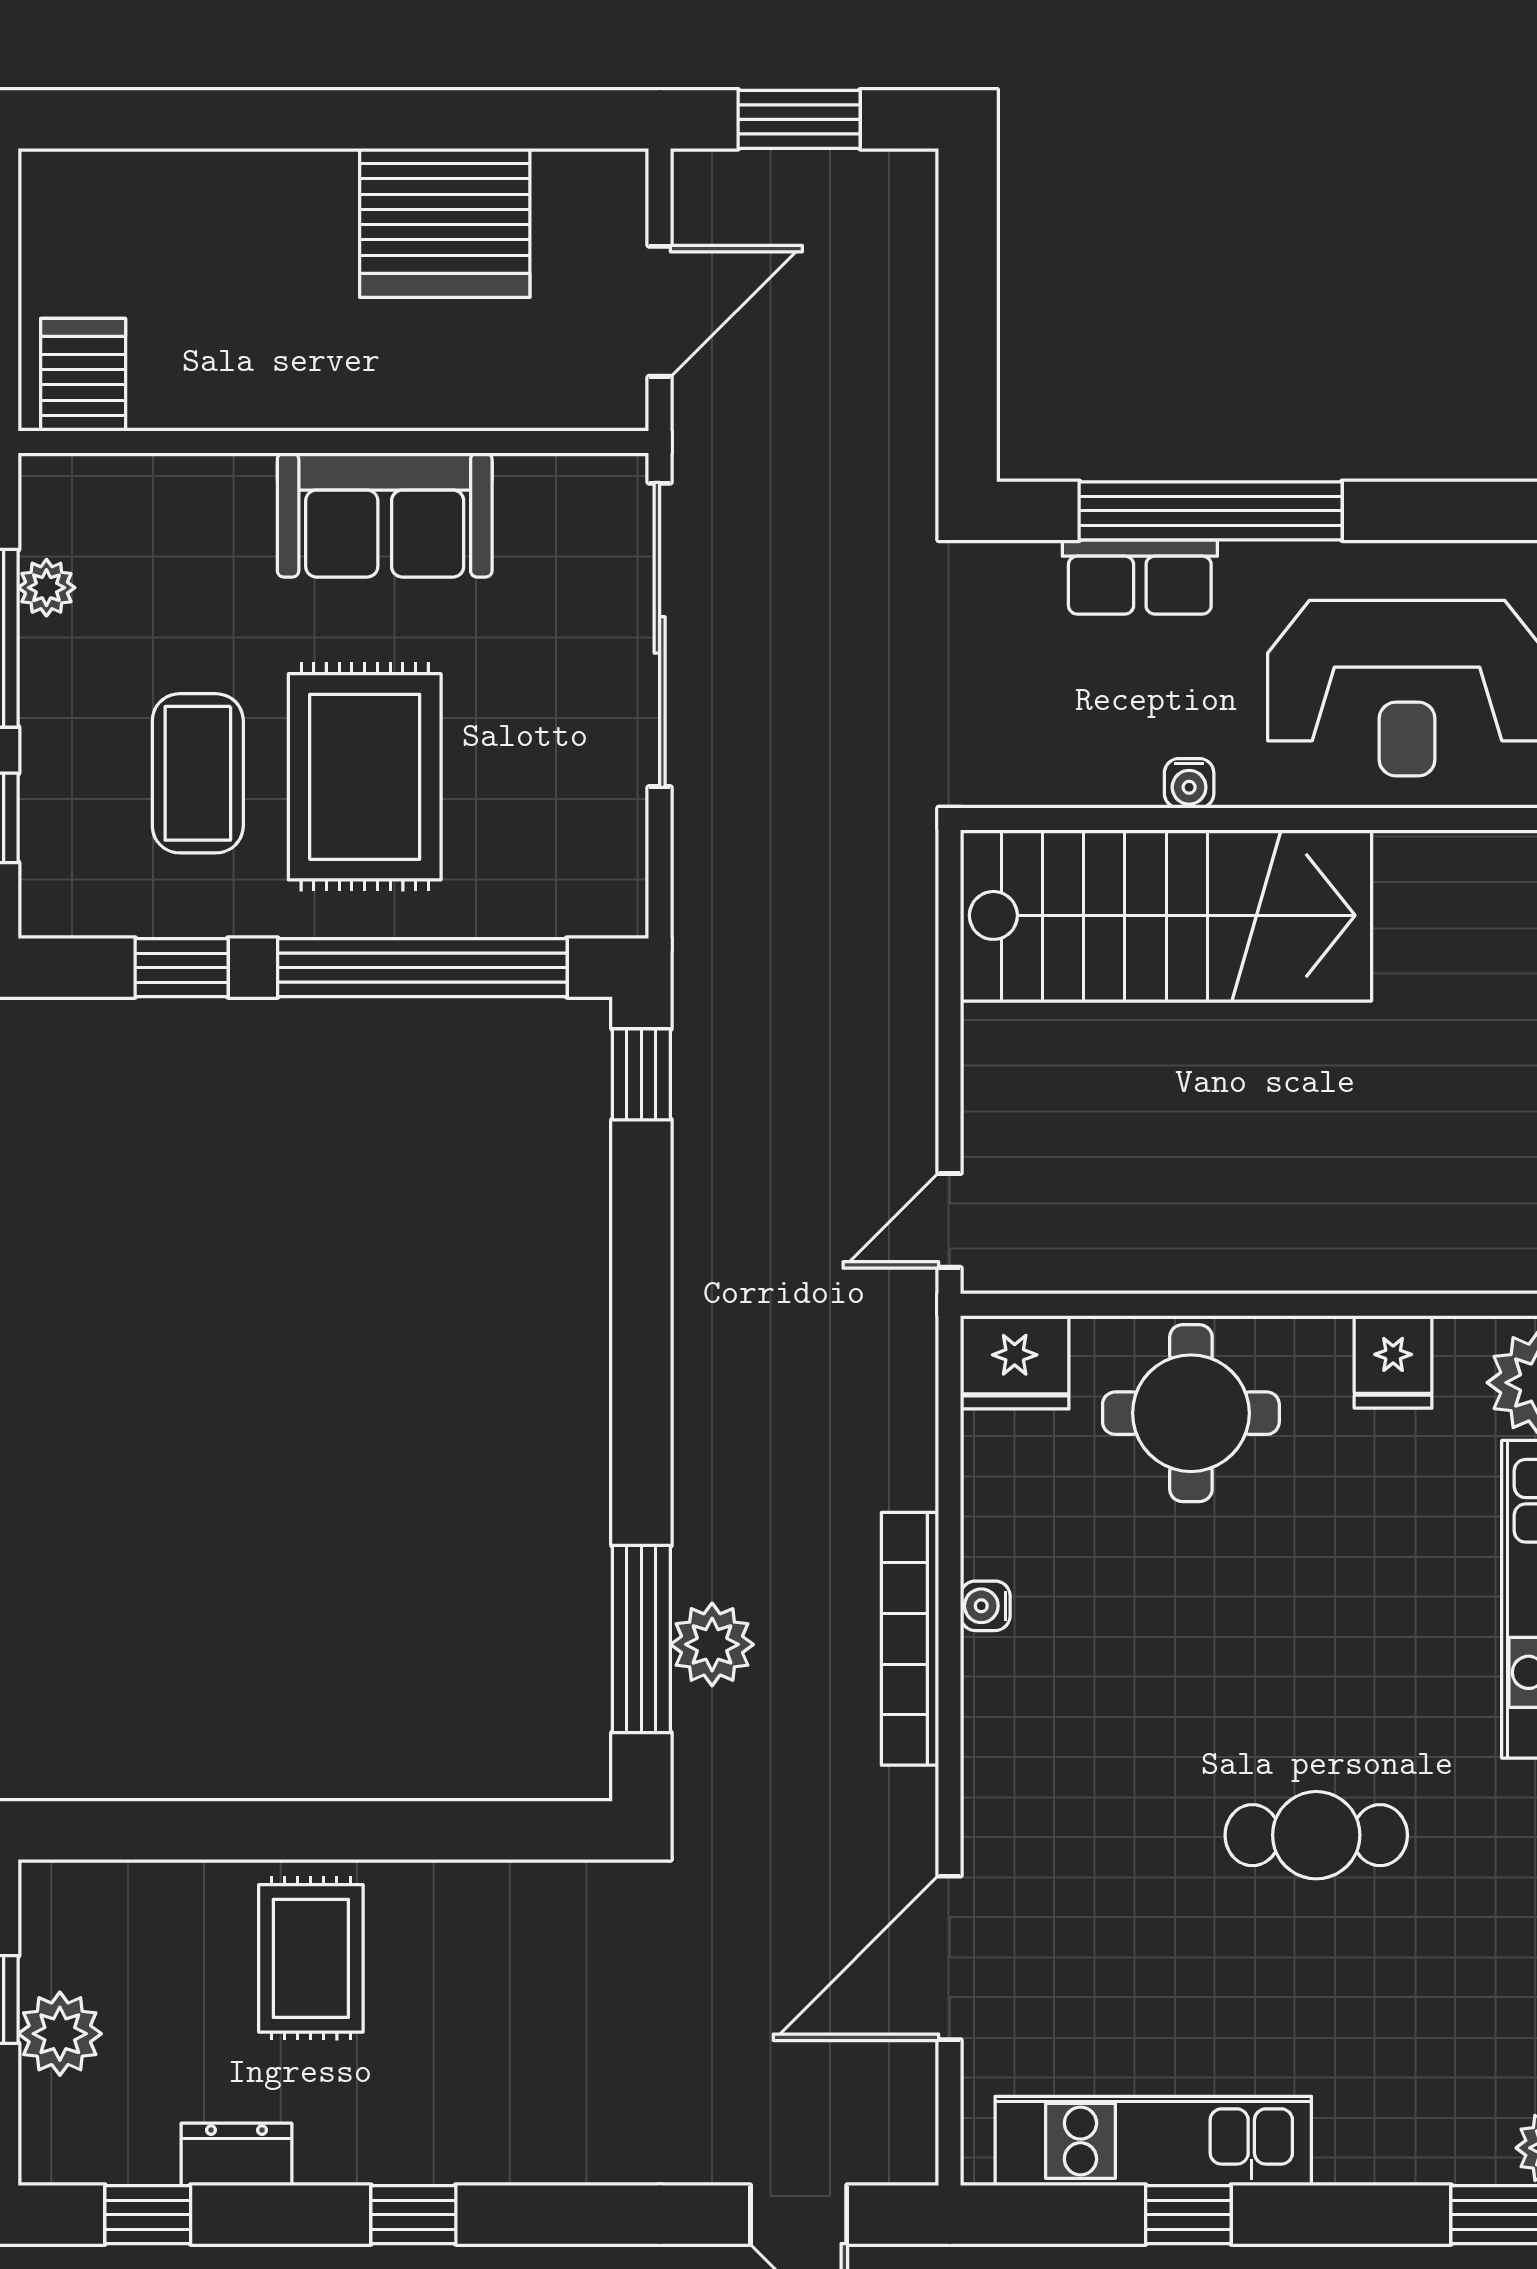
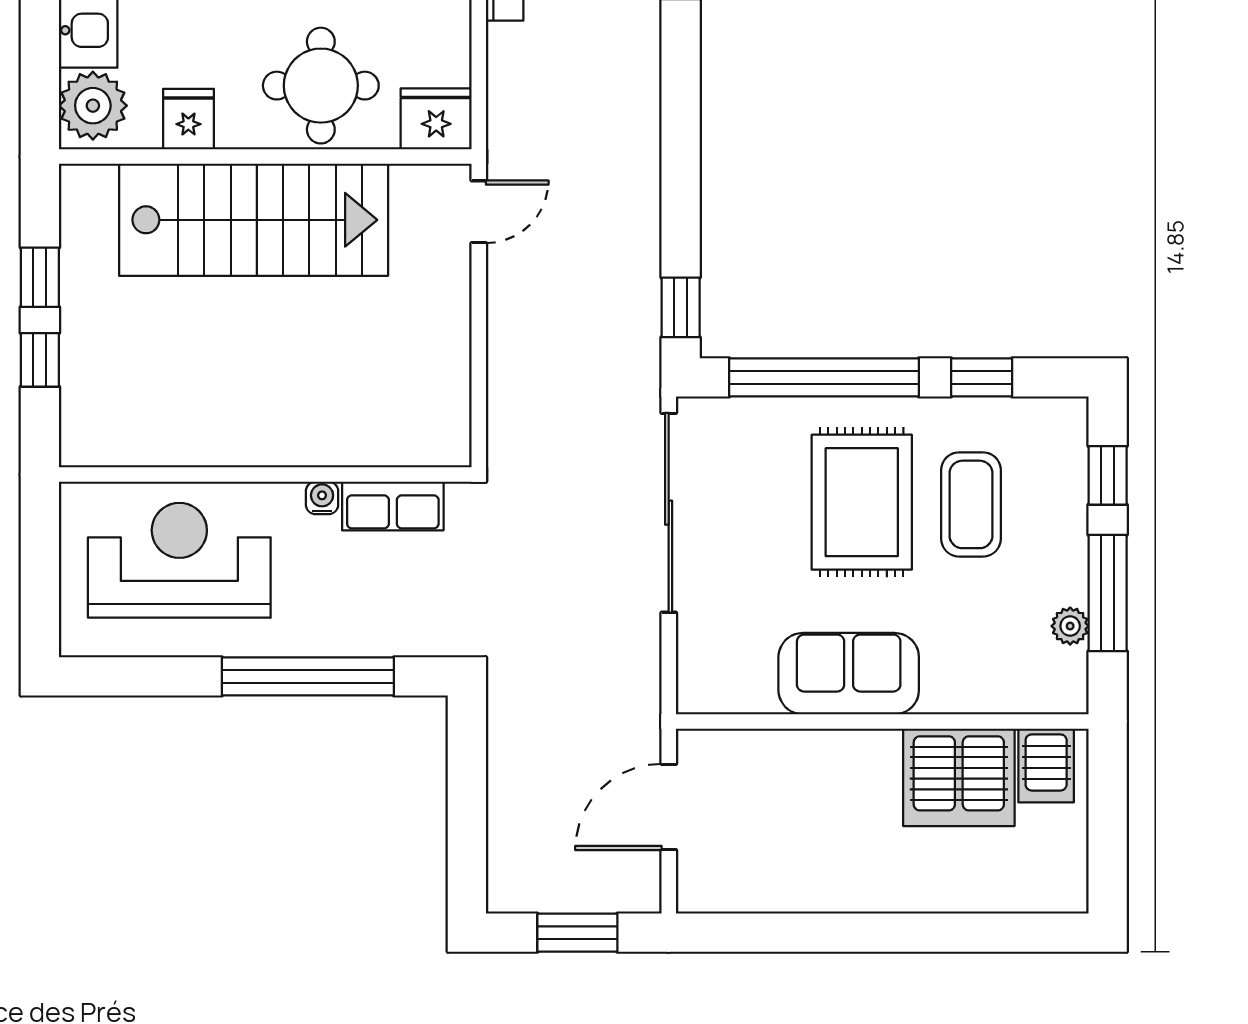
server rack: (445, 223) -> (959, 777), moved, turned 180
row of seats: (1140, 577) -> (393, 506), moved, turned 180
sliding door: (660, 635) -> (669, 513), moved
stairs: (1166, 915) -> (254, 220), moved, turned 180

